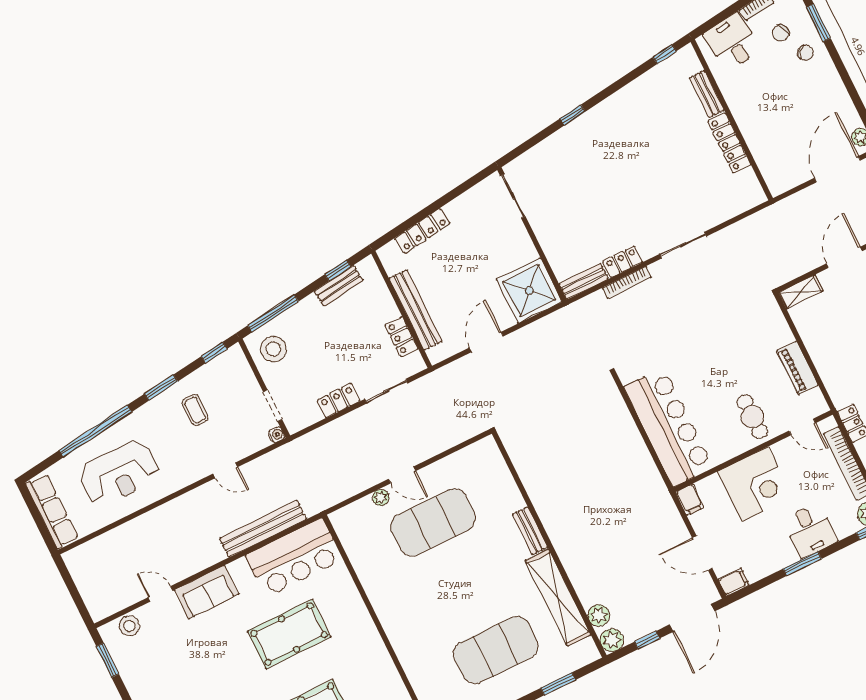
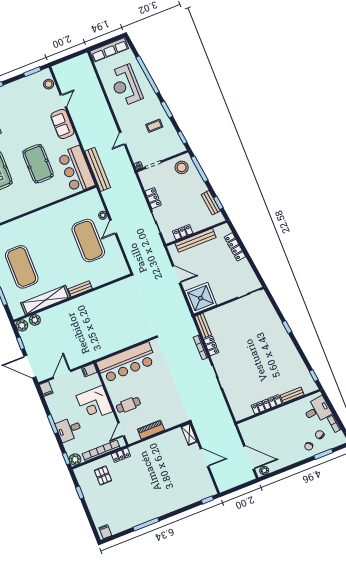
bench: (263, 529) -> (98, 169), moved

